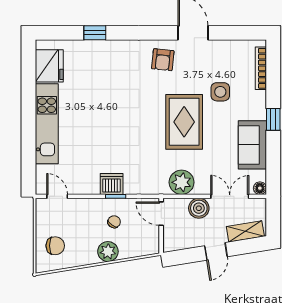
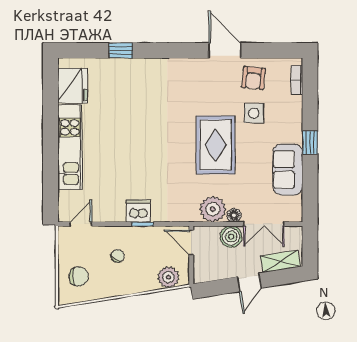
armchair: (163, 60) -> (254, 78), moved
bookcase: (261, 68) -> (297, 80), width x0.64
floor lamp: (260, 188) -> (234, 215), moved
door: (57, 196) -> (81, 224), hinge flipped
double door: (230, 196) -> (264, 224), swing flipped
chair: (114, 222) -> (118, 256), moved
plant: (108, 252) -> (168, 277), moved

